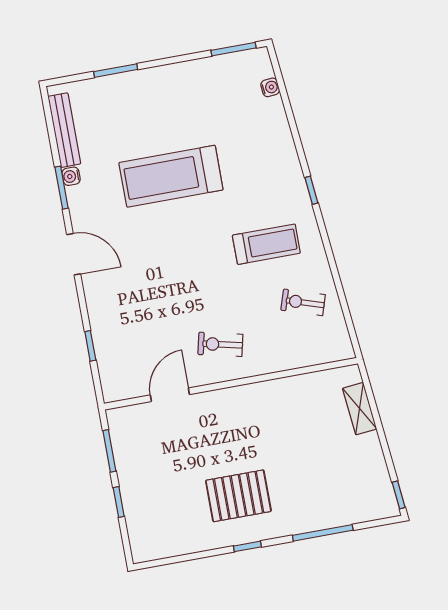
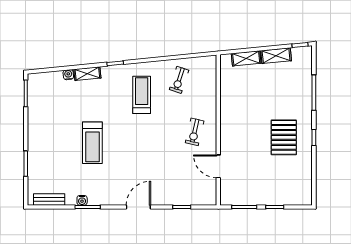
water cooler: (270, 87) -> (68, 75), moved
bench: (64, 130) -> (49, 199), width x0.73
shelving: (286, 146) -> (87, 74), added
treadmill: (171, 176) -> (92, 143), width x0.73, depth x0.73
door: (74, 254) -> (138, 207), moved
shelving: (373, 458) -> (276, 56), added

